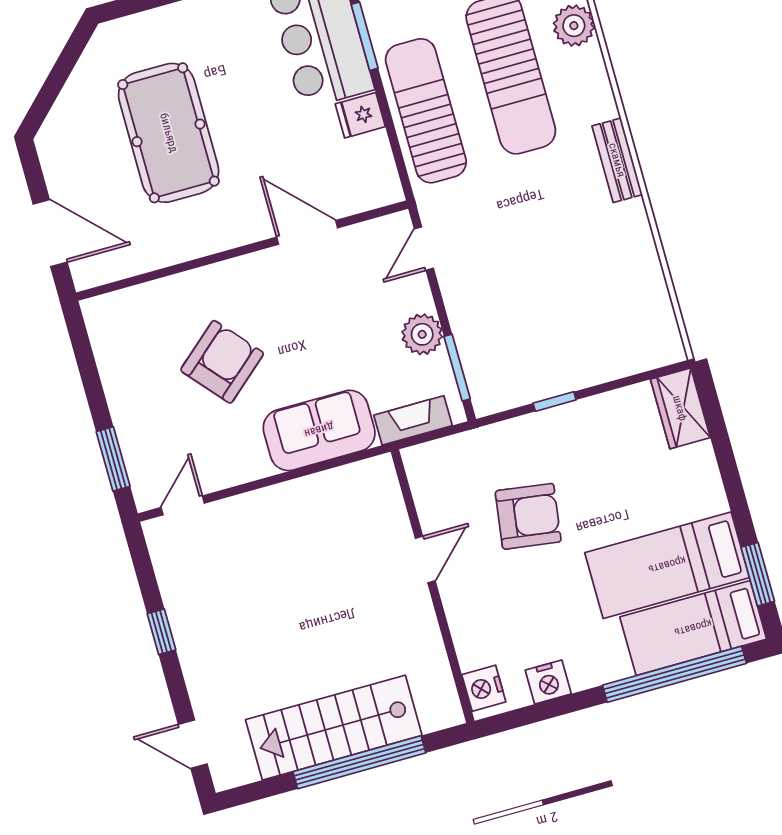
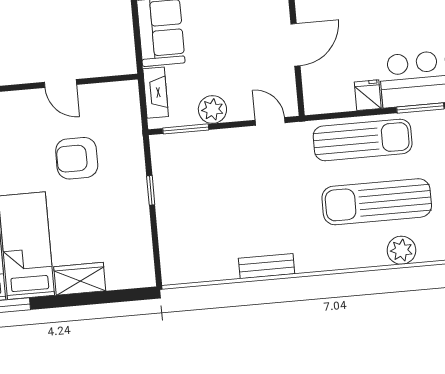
bench: (617, 160) -> (267, 266), moved
wardrobe: (680, 408) -> (80, 279), moved
armchair: (528, 516) -> (77, 158), turned 82

